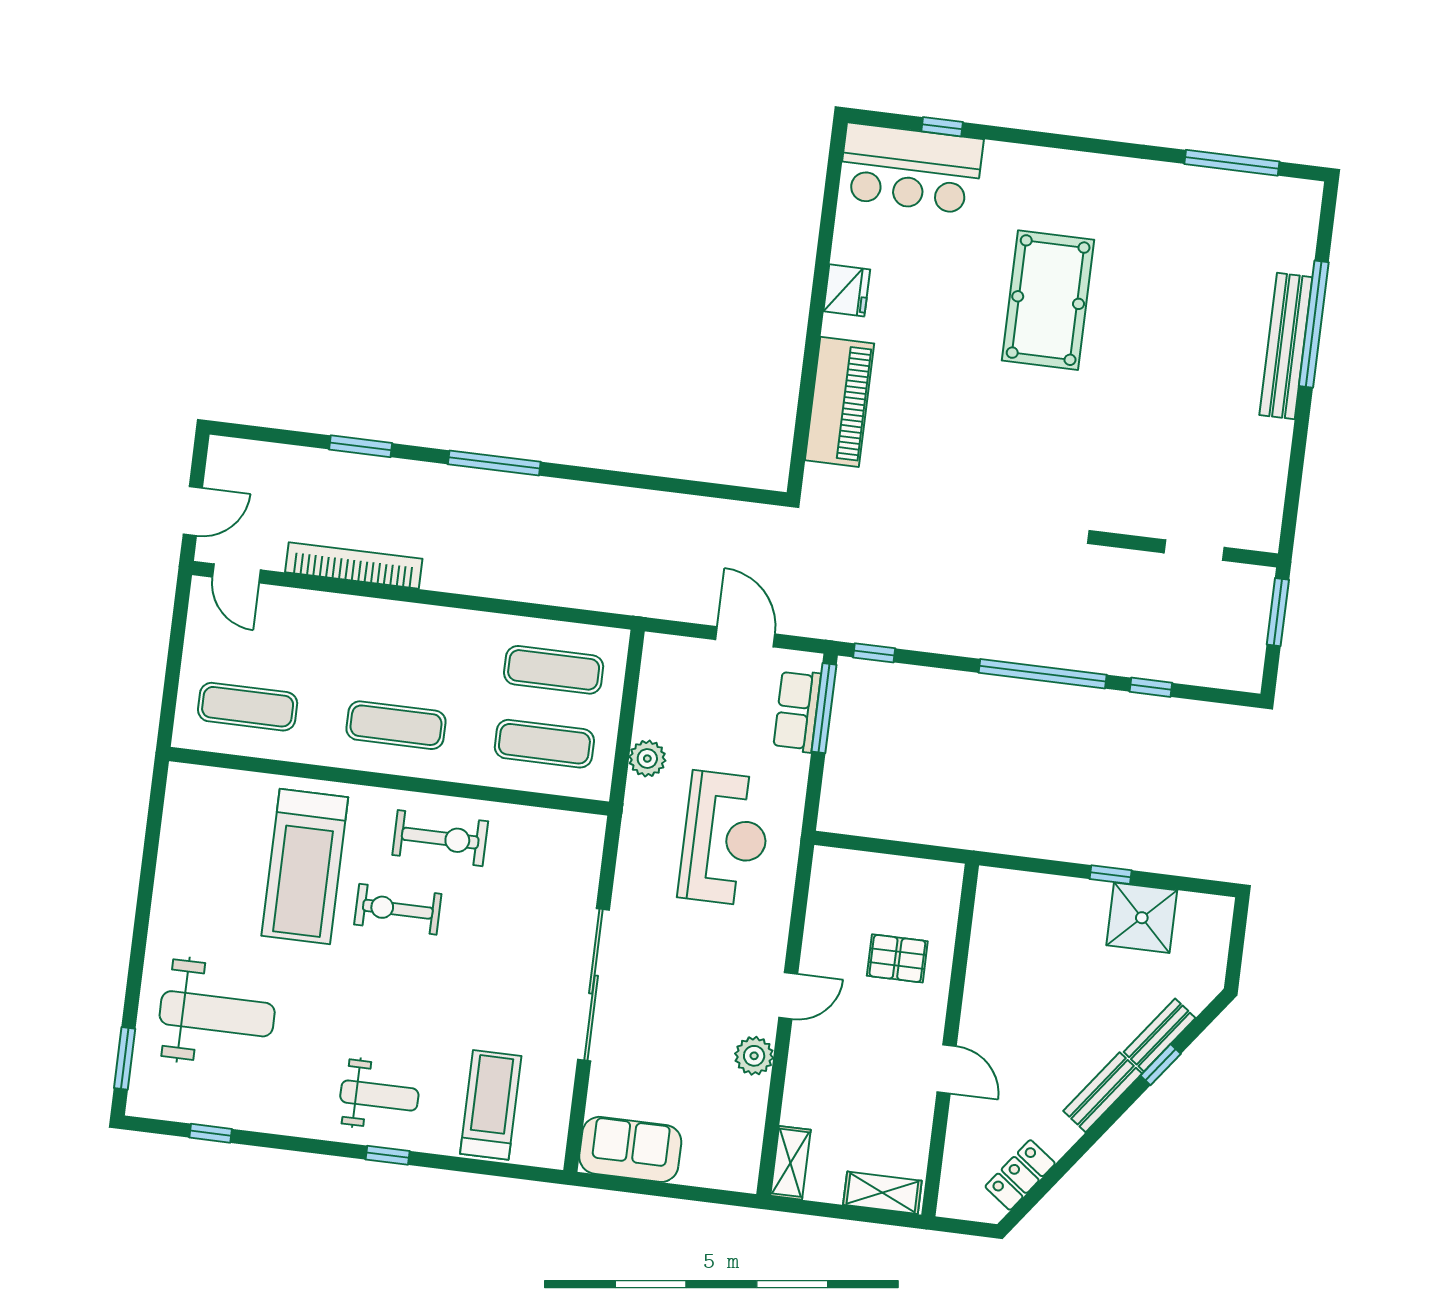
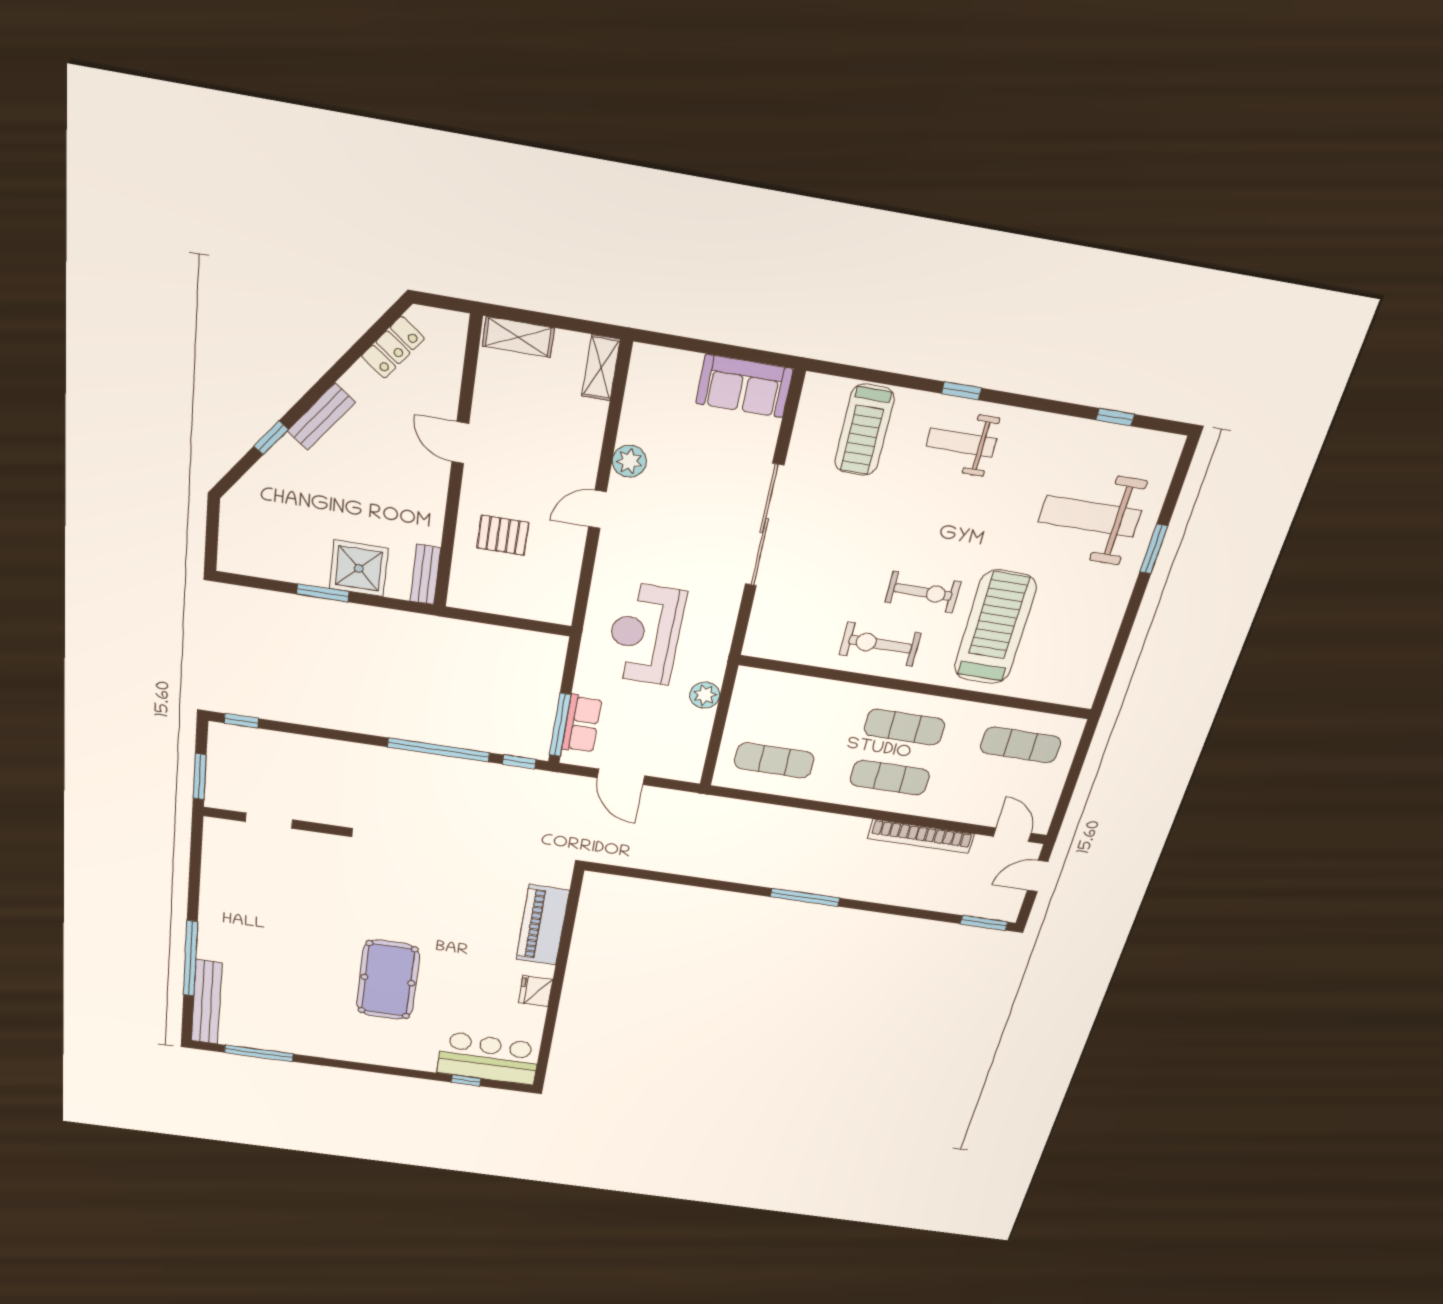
bench: (1286, 346) -> (207, 1002), moved
window: (361, 446) -> (984, 923), moved
window: (1043, 674) -> (439, 750), moved
window: (1151, 687) -> (241, 721), moved
exercise mat: (544, 744) -> (890, 778), moved
window: (1111, 875) -> (323, 593), width x1.50
shower: (1142, 918) -> (359, 568), moved
bench: (1160, 1035) -> (425, 575), moved, turned -37
window: (125, 1058) -> (1154, 549), moved

